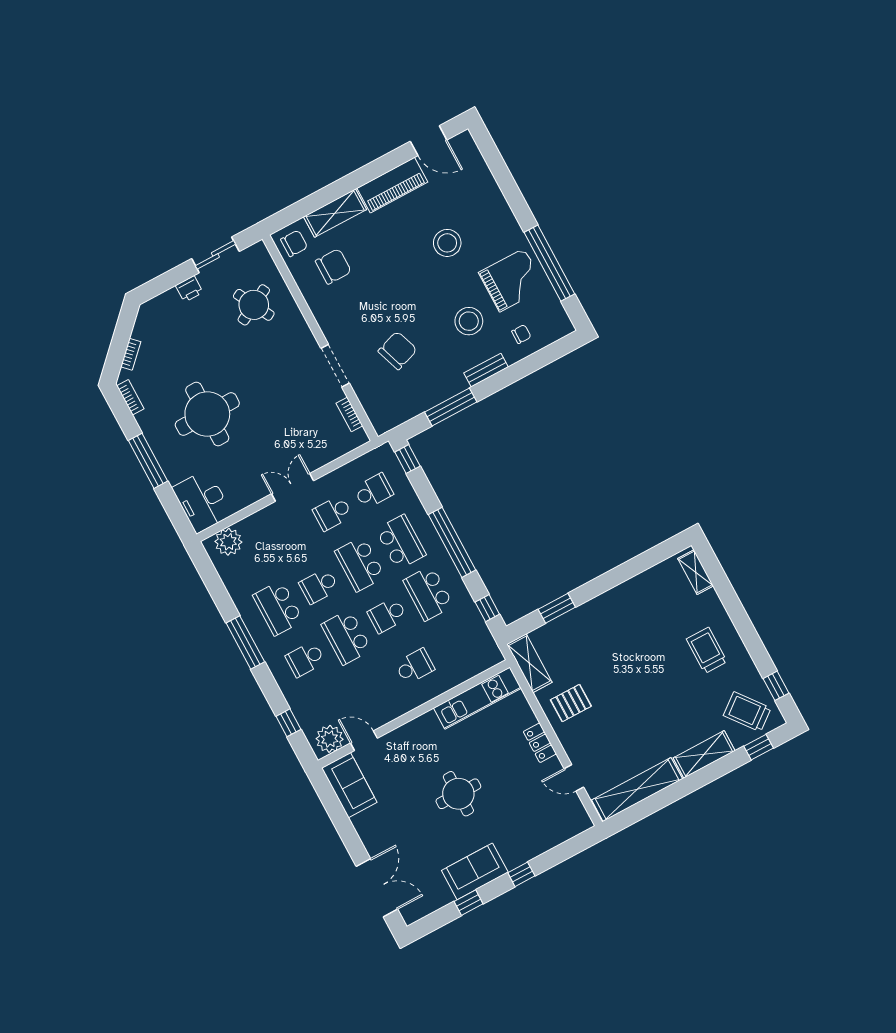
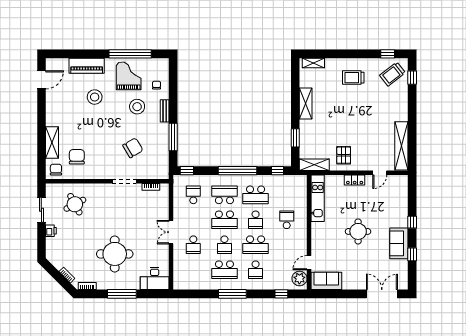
piano: (392, 185) -> (87, 66), moved, turned 90
chair: (398, 351) -> (133, 148), turned 78
school desk: (333, 513) -> (193, 245), moved
plant: (228, 542) -> (180, 276), removed
shelving: (704, 754) -> (306, 104), moved

